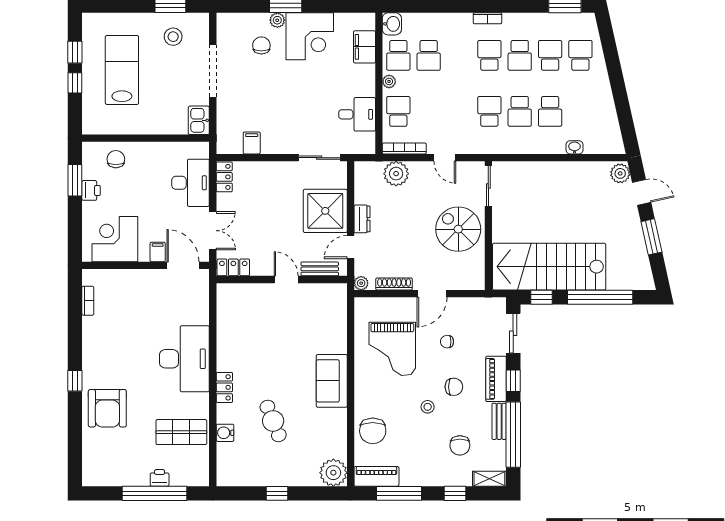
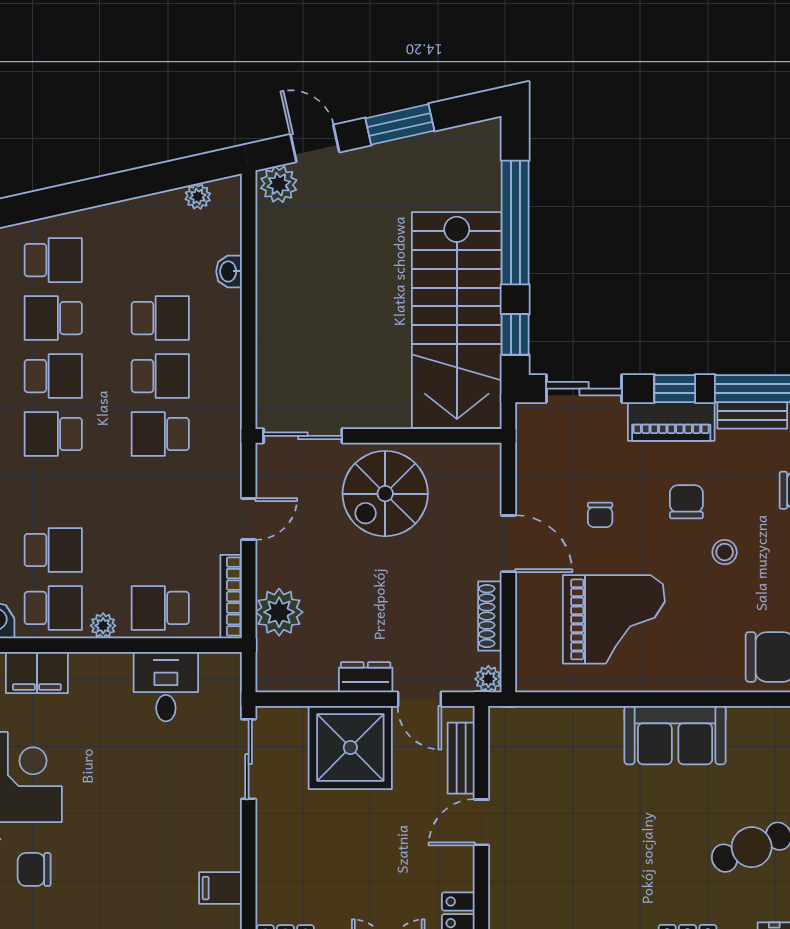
school desk: (580, 55) -> (53, 260), turned 180
plant: (614, 131) -> (198, 196), added
door: (642, 192) -> (315, 143), hinge flipped

